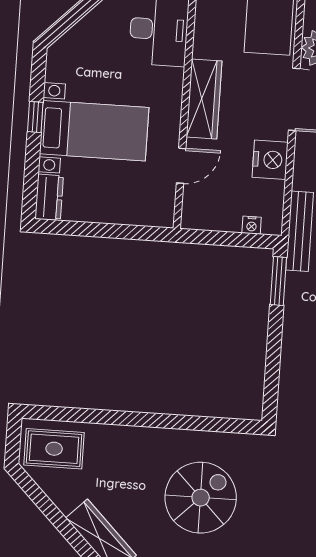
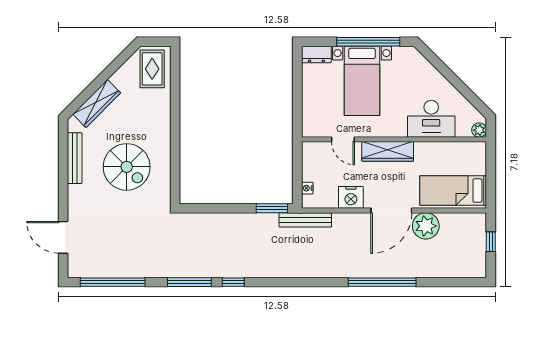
window: (35, 117) -> (368, 42), width x3.17

